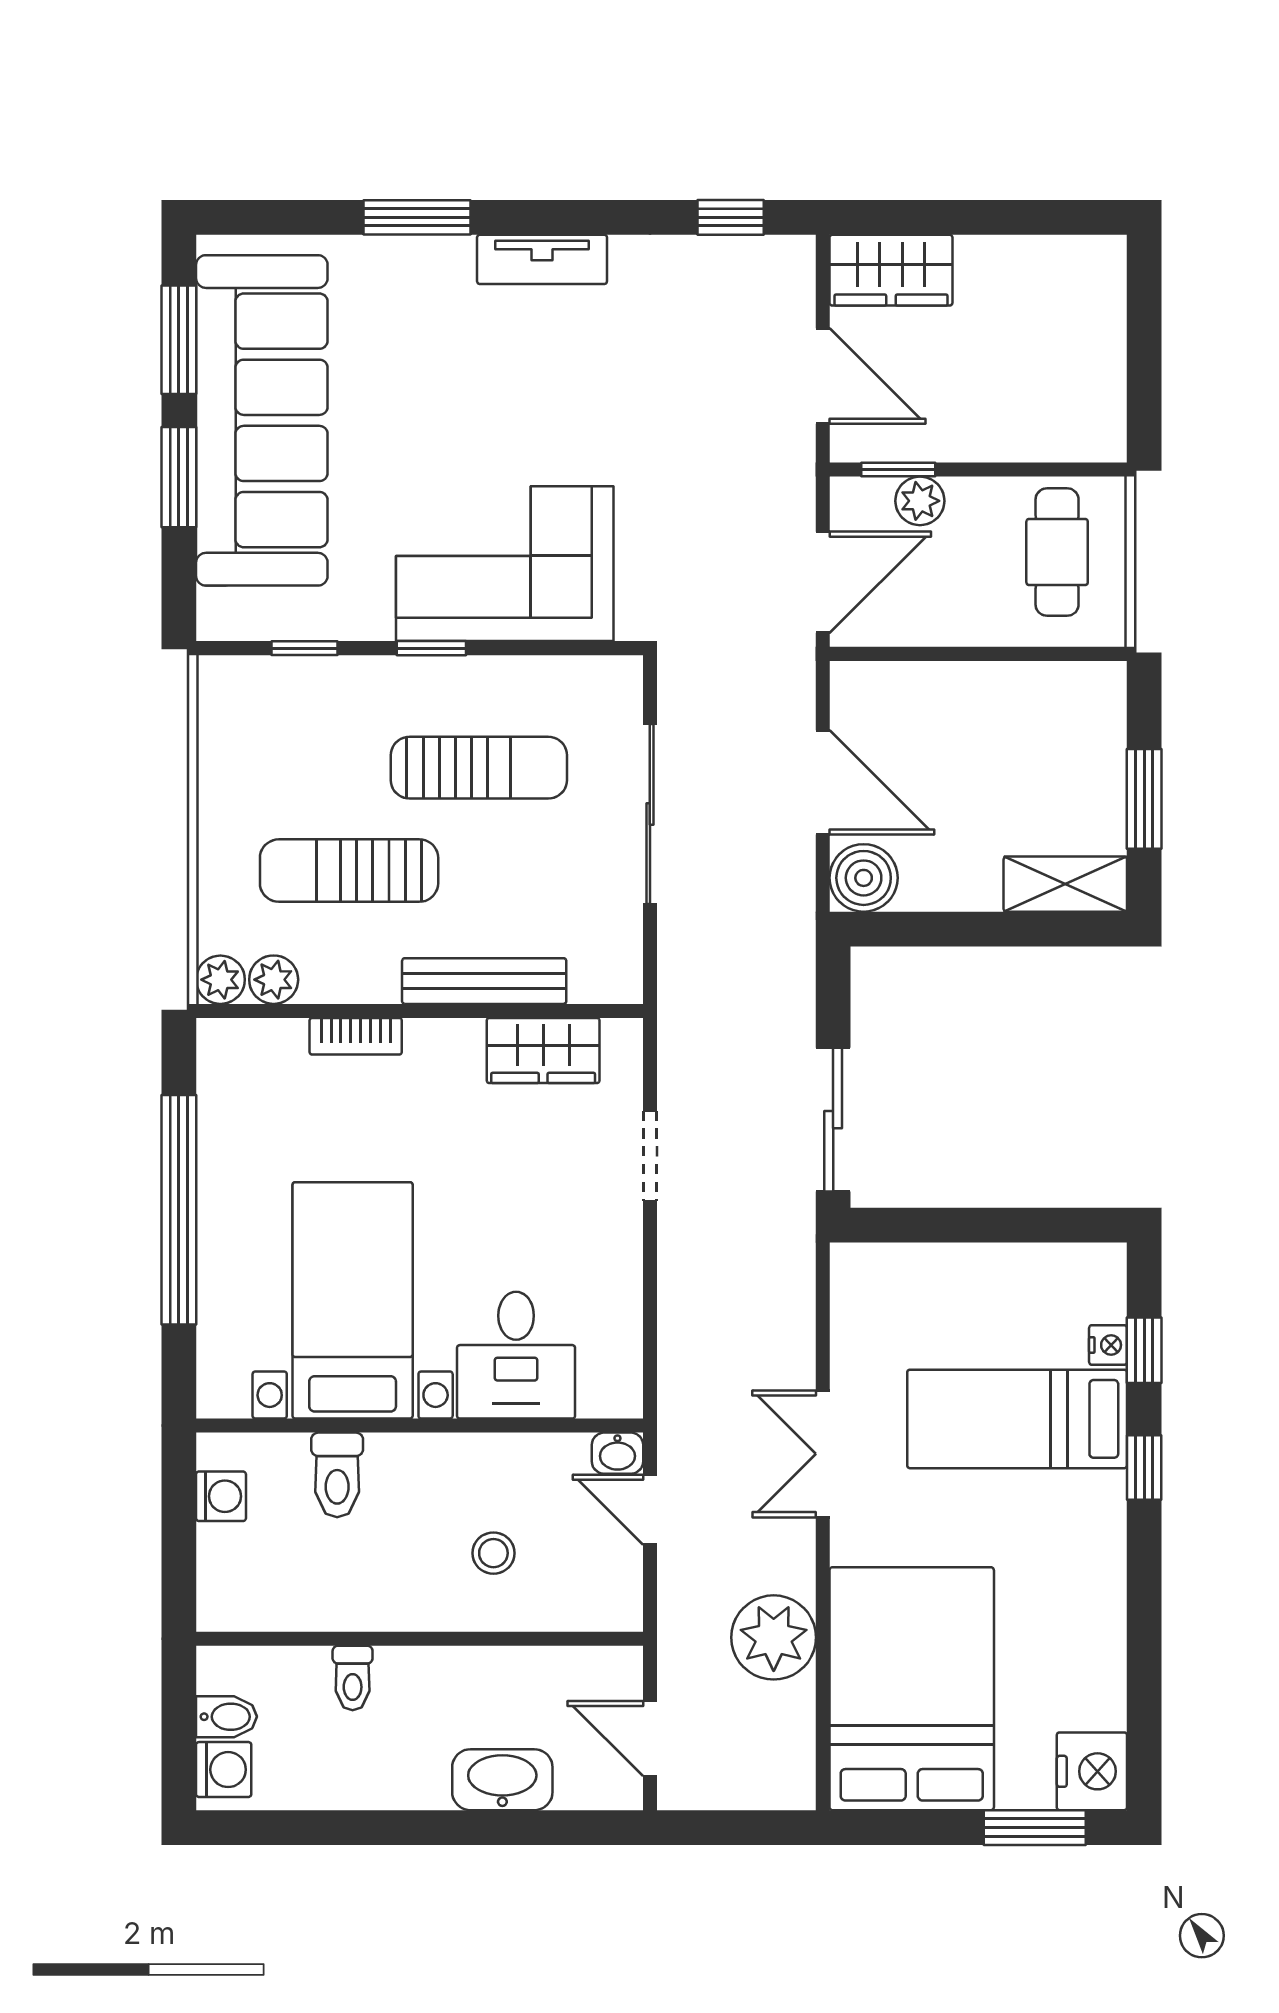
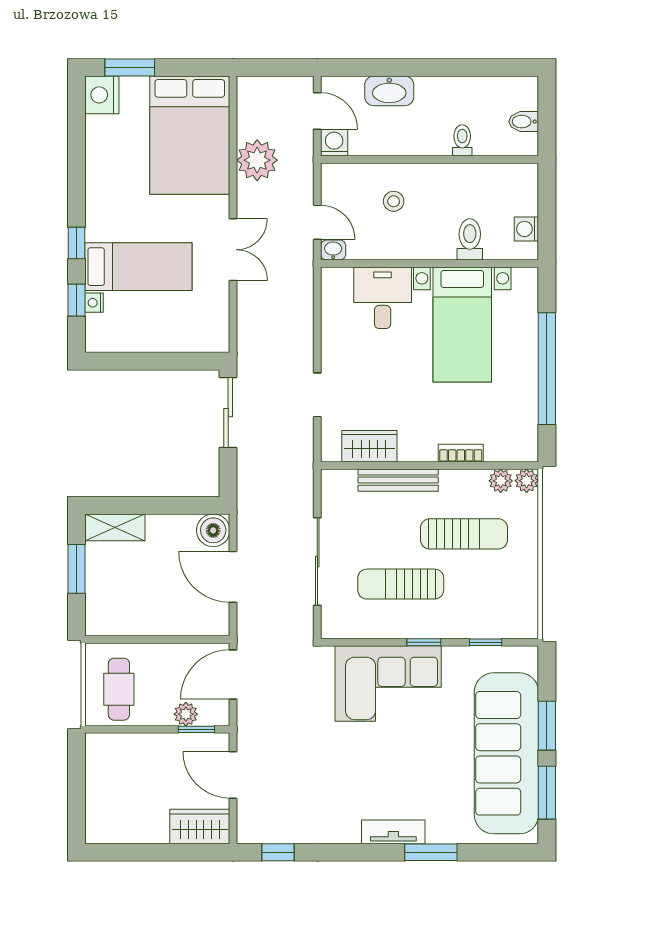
tv unit: (542, 259) -> (393, 832), moved
washing machine: (224, 1770) -> (334, 143), moved, turned 90

